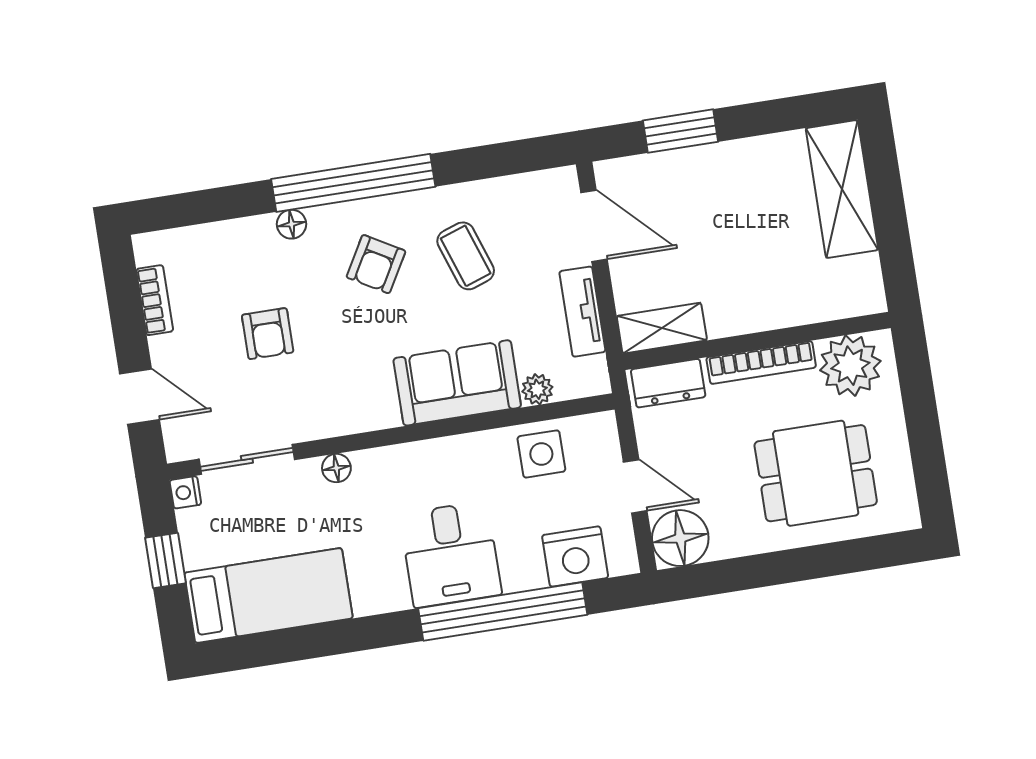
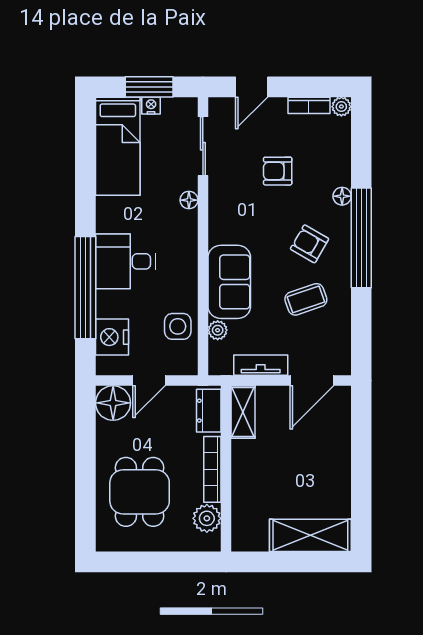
window: (680, 131) -> (361, 442), removed
plant: (148, 248) -> (341, 107), added
plant: (850, 366) -> (207, 518), width x0.73, depth x0.73
nightstand: (185, 492) -> (151, 106), moved
window: (165, 560) -> (149, 87), width x1.50

